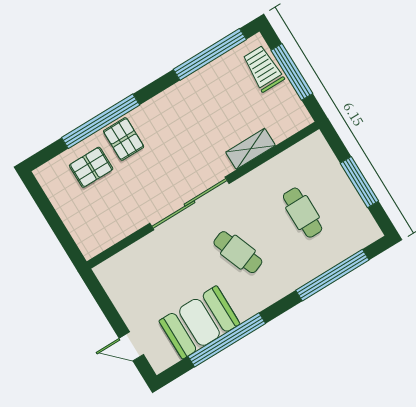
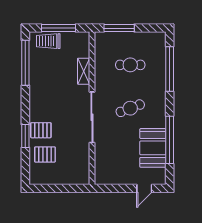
window: (101, 121) -> (25, 136), width x0.47
pallet: (91, 167) -> (45, 154), turned 90
window: (359, 182) -> (119, 28), moved

